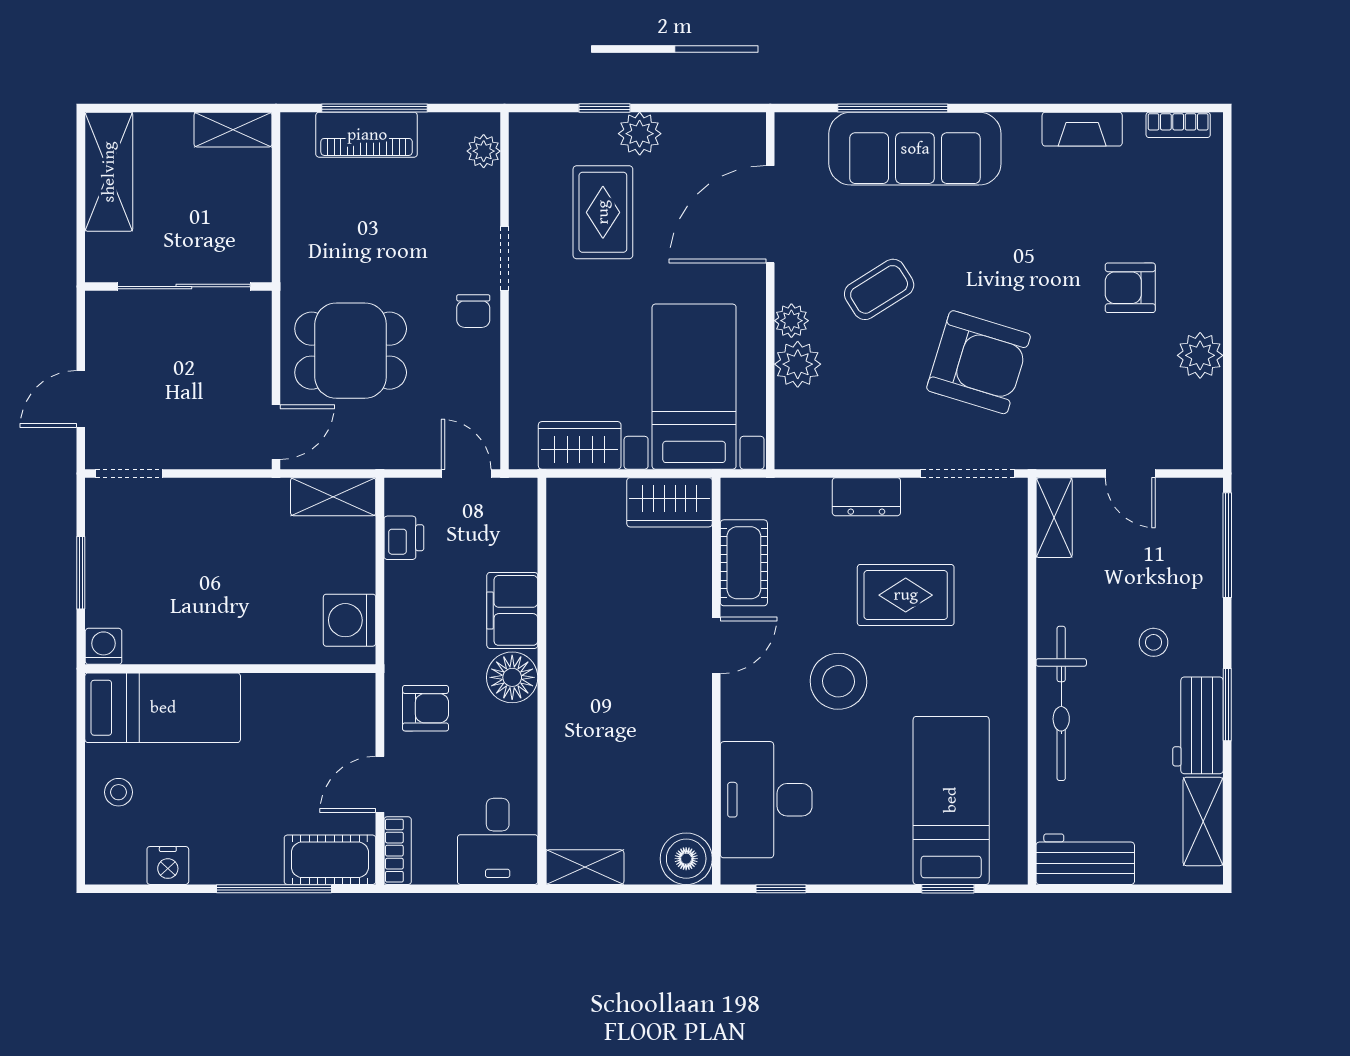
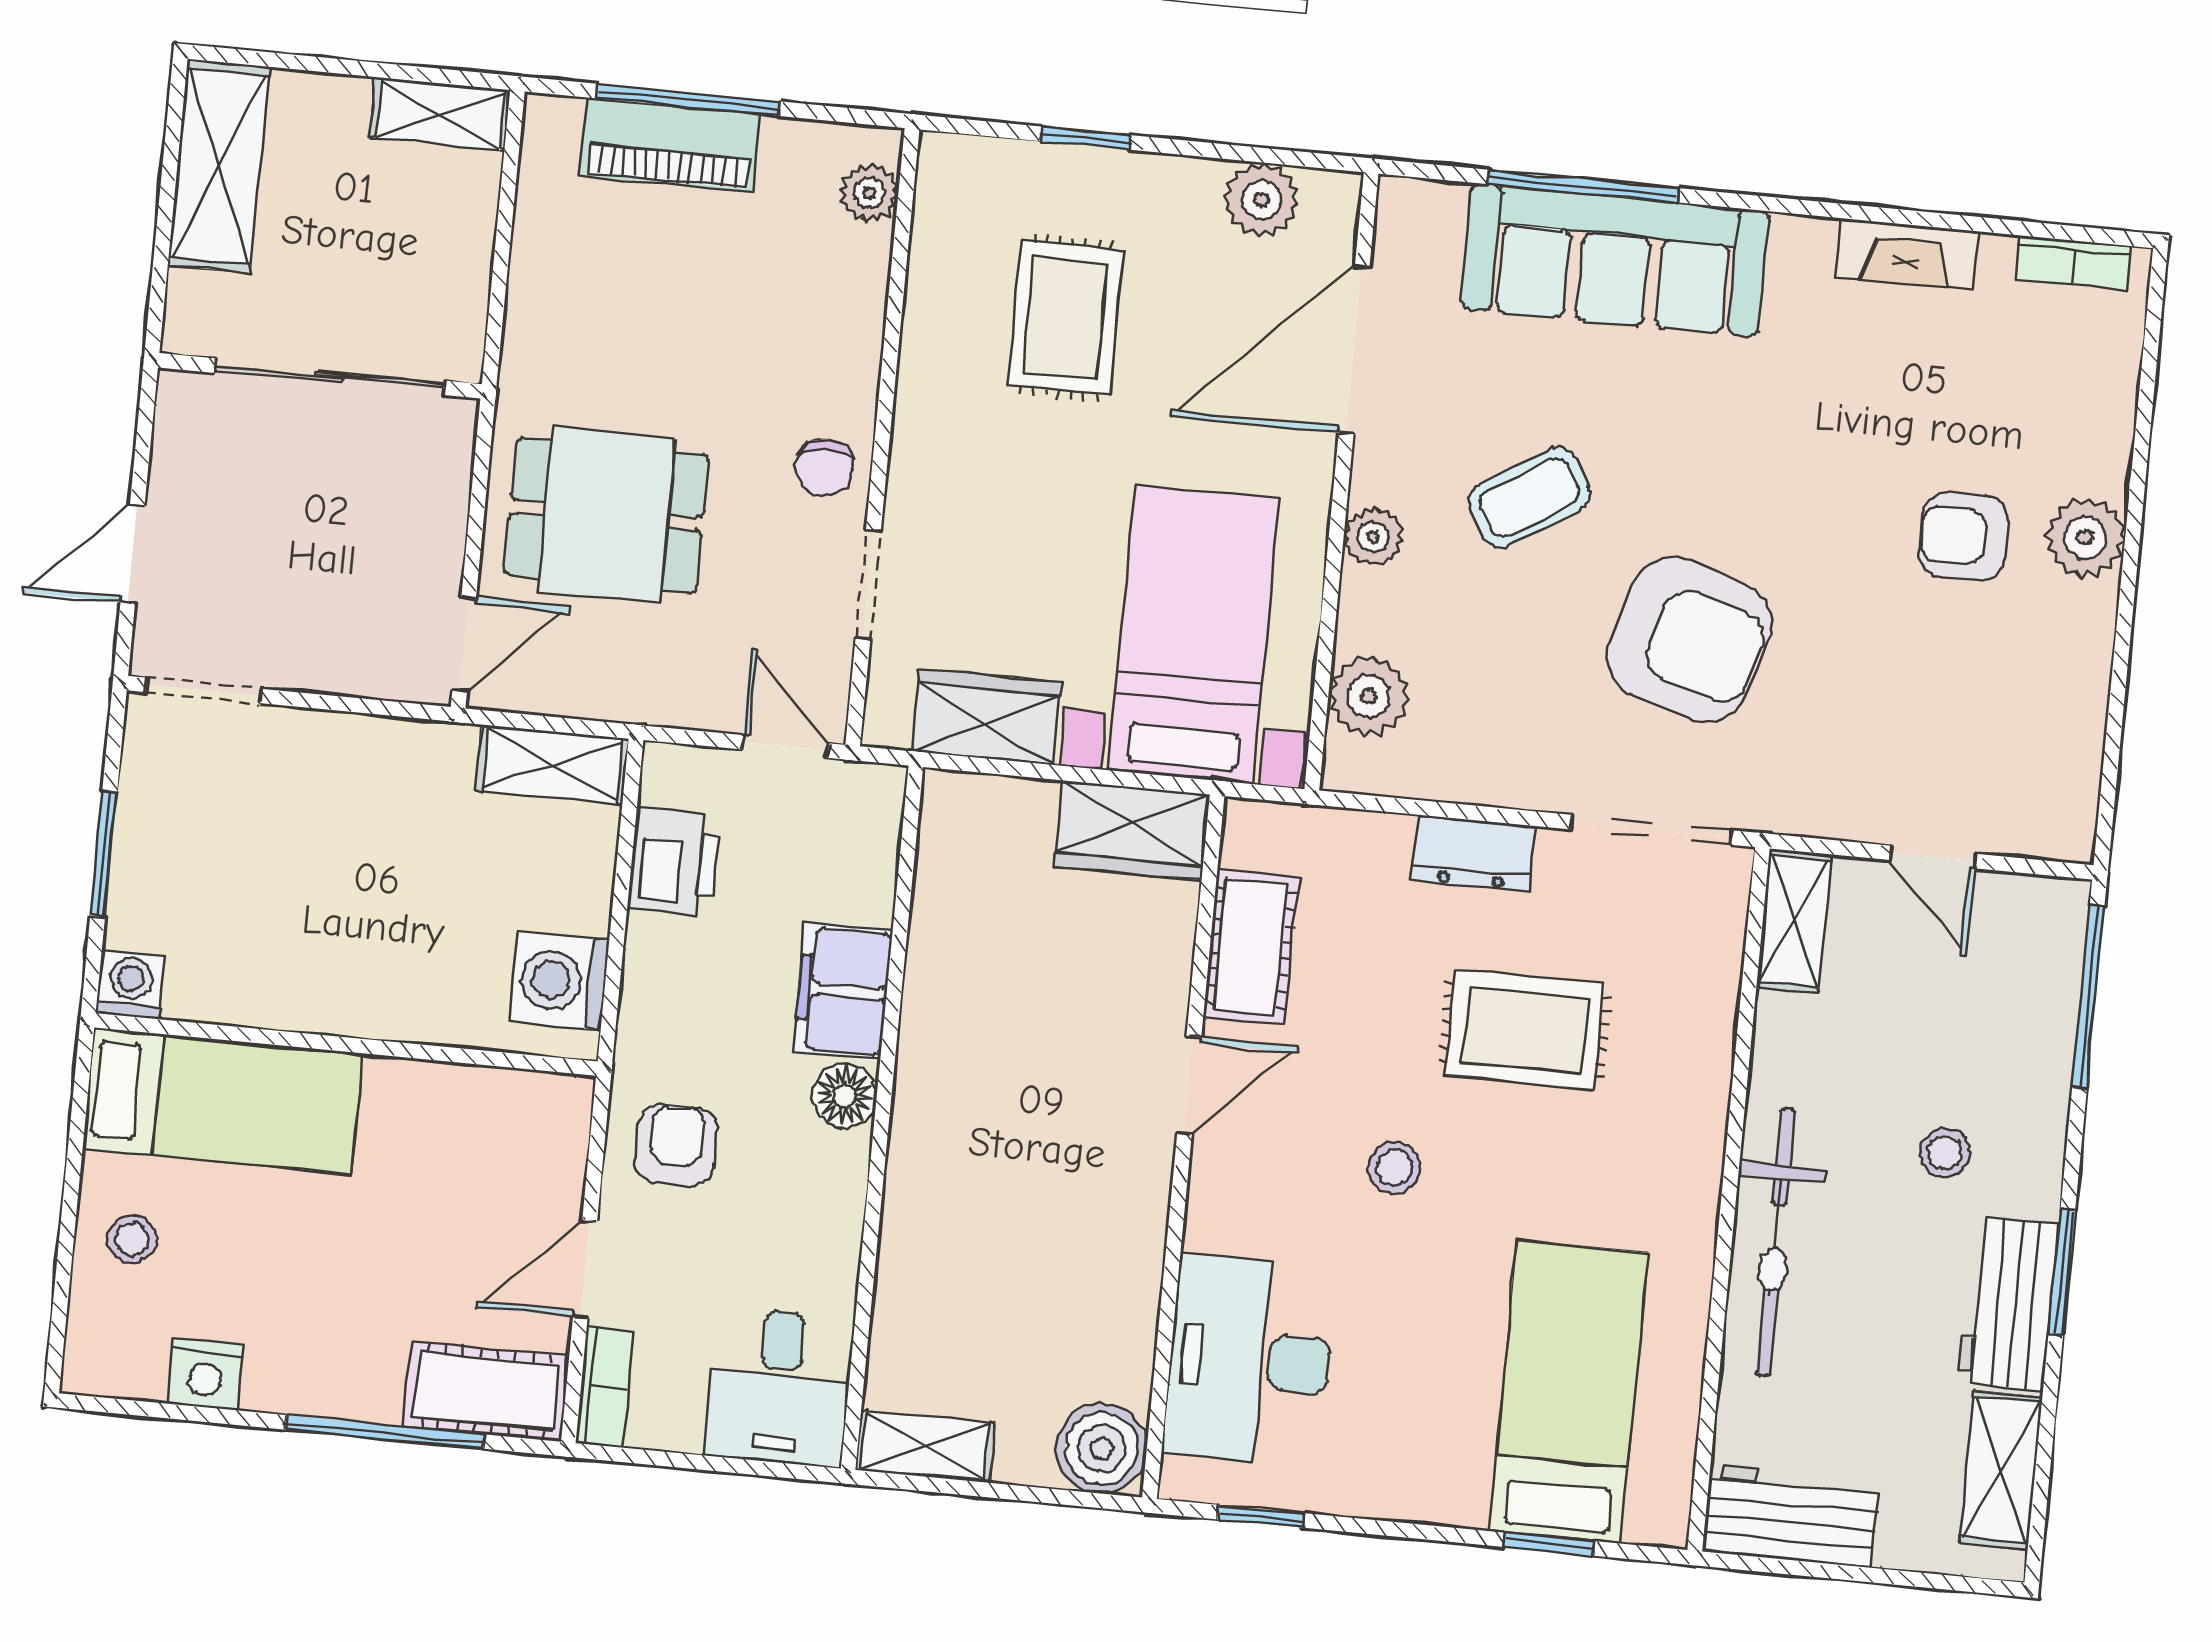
plant: (640, 134) -> (1261, 200), moved
doorway: (504, 259) -> (868, 585), moved
plant: (1200, 355) -> (2085, 538), moved
plant: (798, 364) -> (1369, 696), moved
printer: (404, 538) -> (674, 862), width x1.36, depth x1.24
floor lamp: (512, 677) -> (844, 1096), width x0.73, depth x0.73
stool: (838, 681) -> (1394, 1167), width x0.53, depth x0.53
armchair: (426, 708) -> (676, 1145), turned -90

